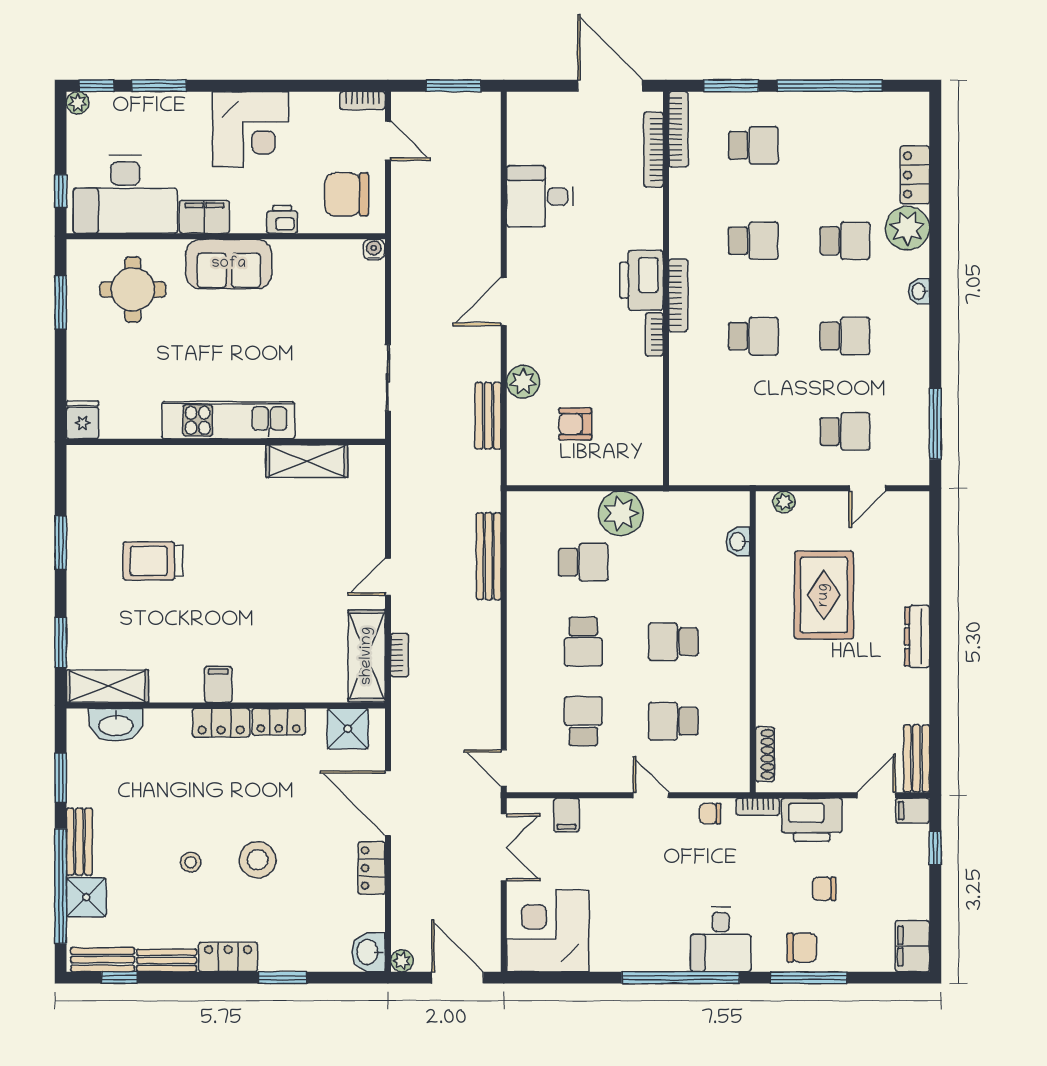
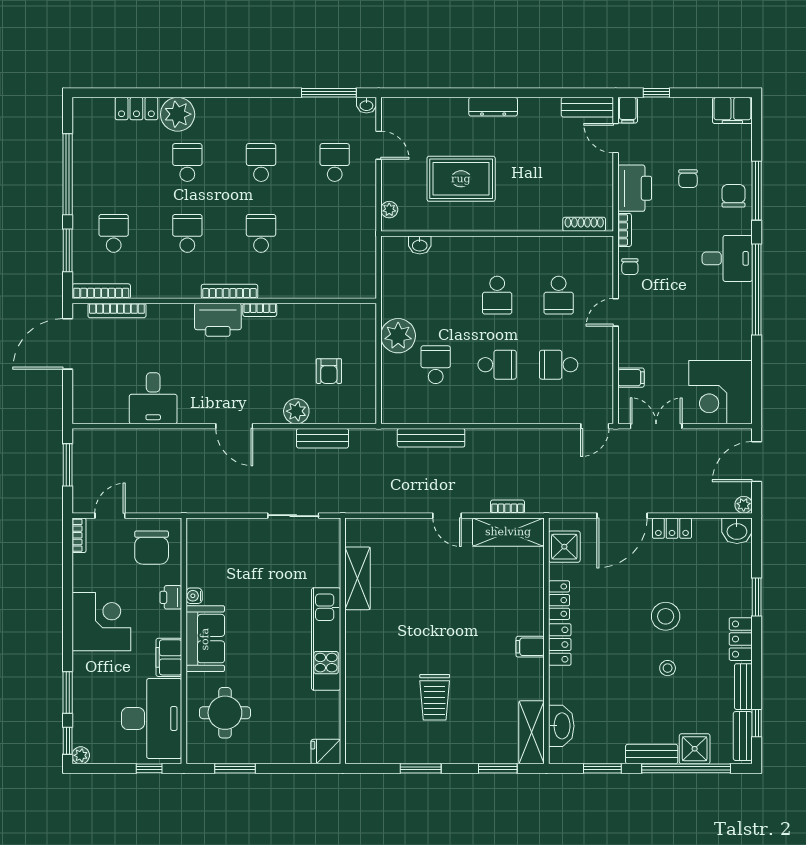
water cooler: (374, 250) -> (194, 596), moved
washbasin: (919, 291) -> (366, 105), moved

